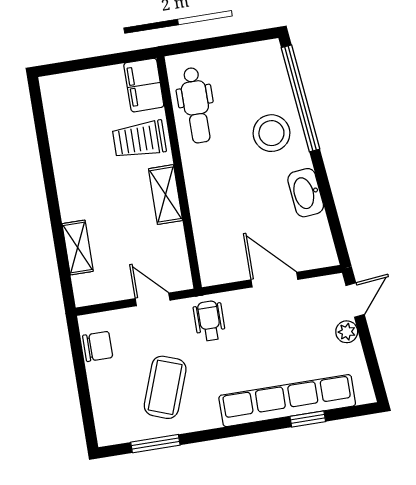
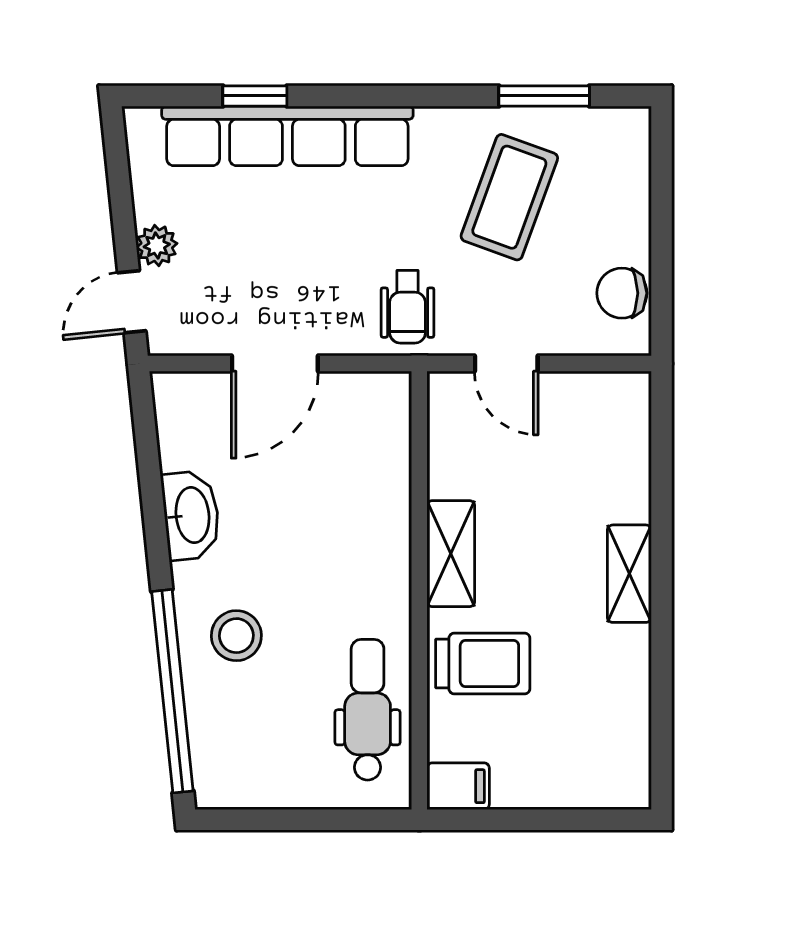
filing cabinet: (144, 85) -> (458, 786), width x0.50
stool: (271, 133) -> (236, 636), width x0.73, depth x0.73
shelving: (78, 247) -> (629, 574), moved
door: (274, 280) -> (275, 364), hinge flipped

